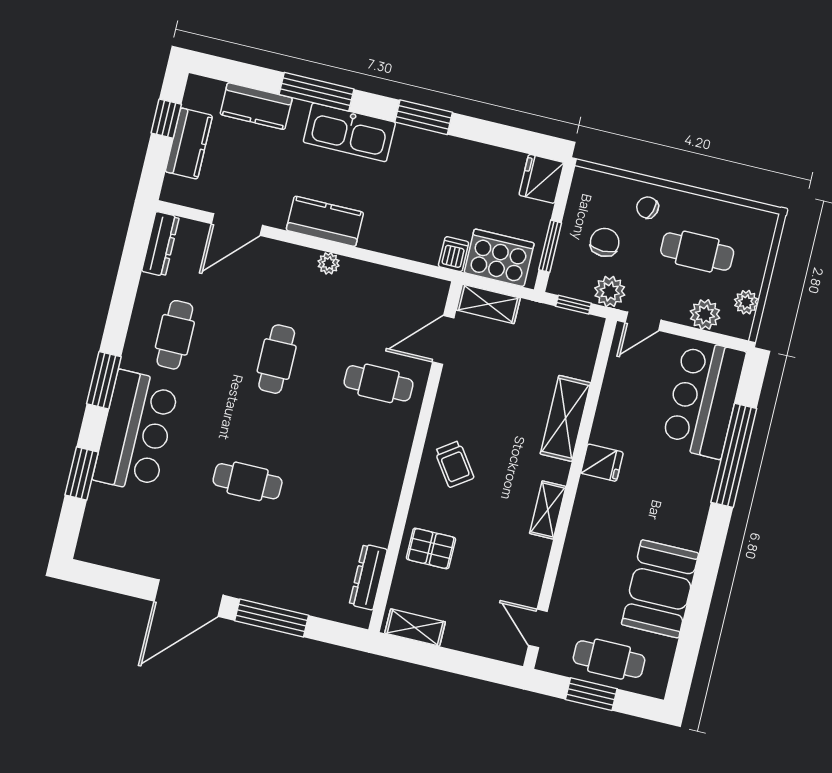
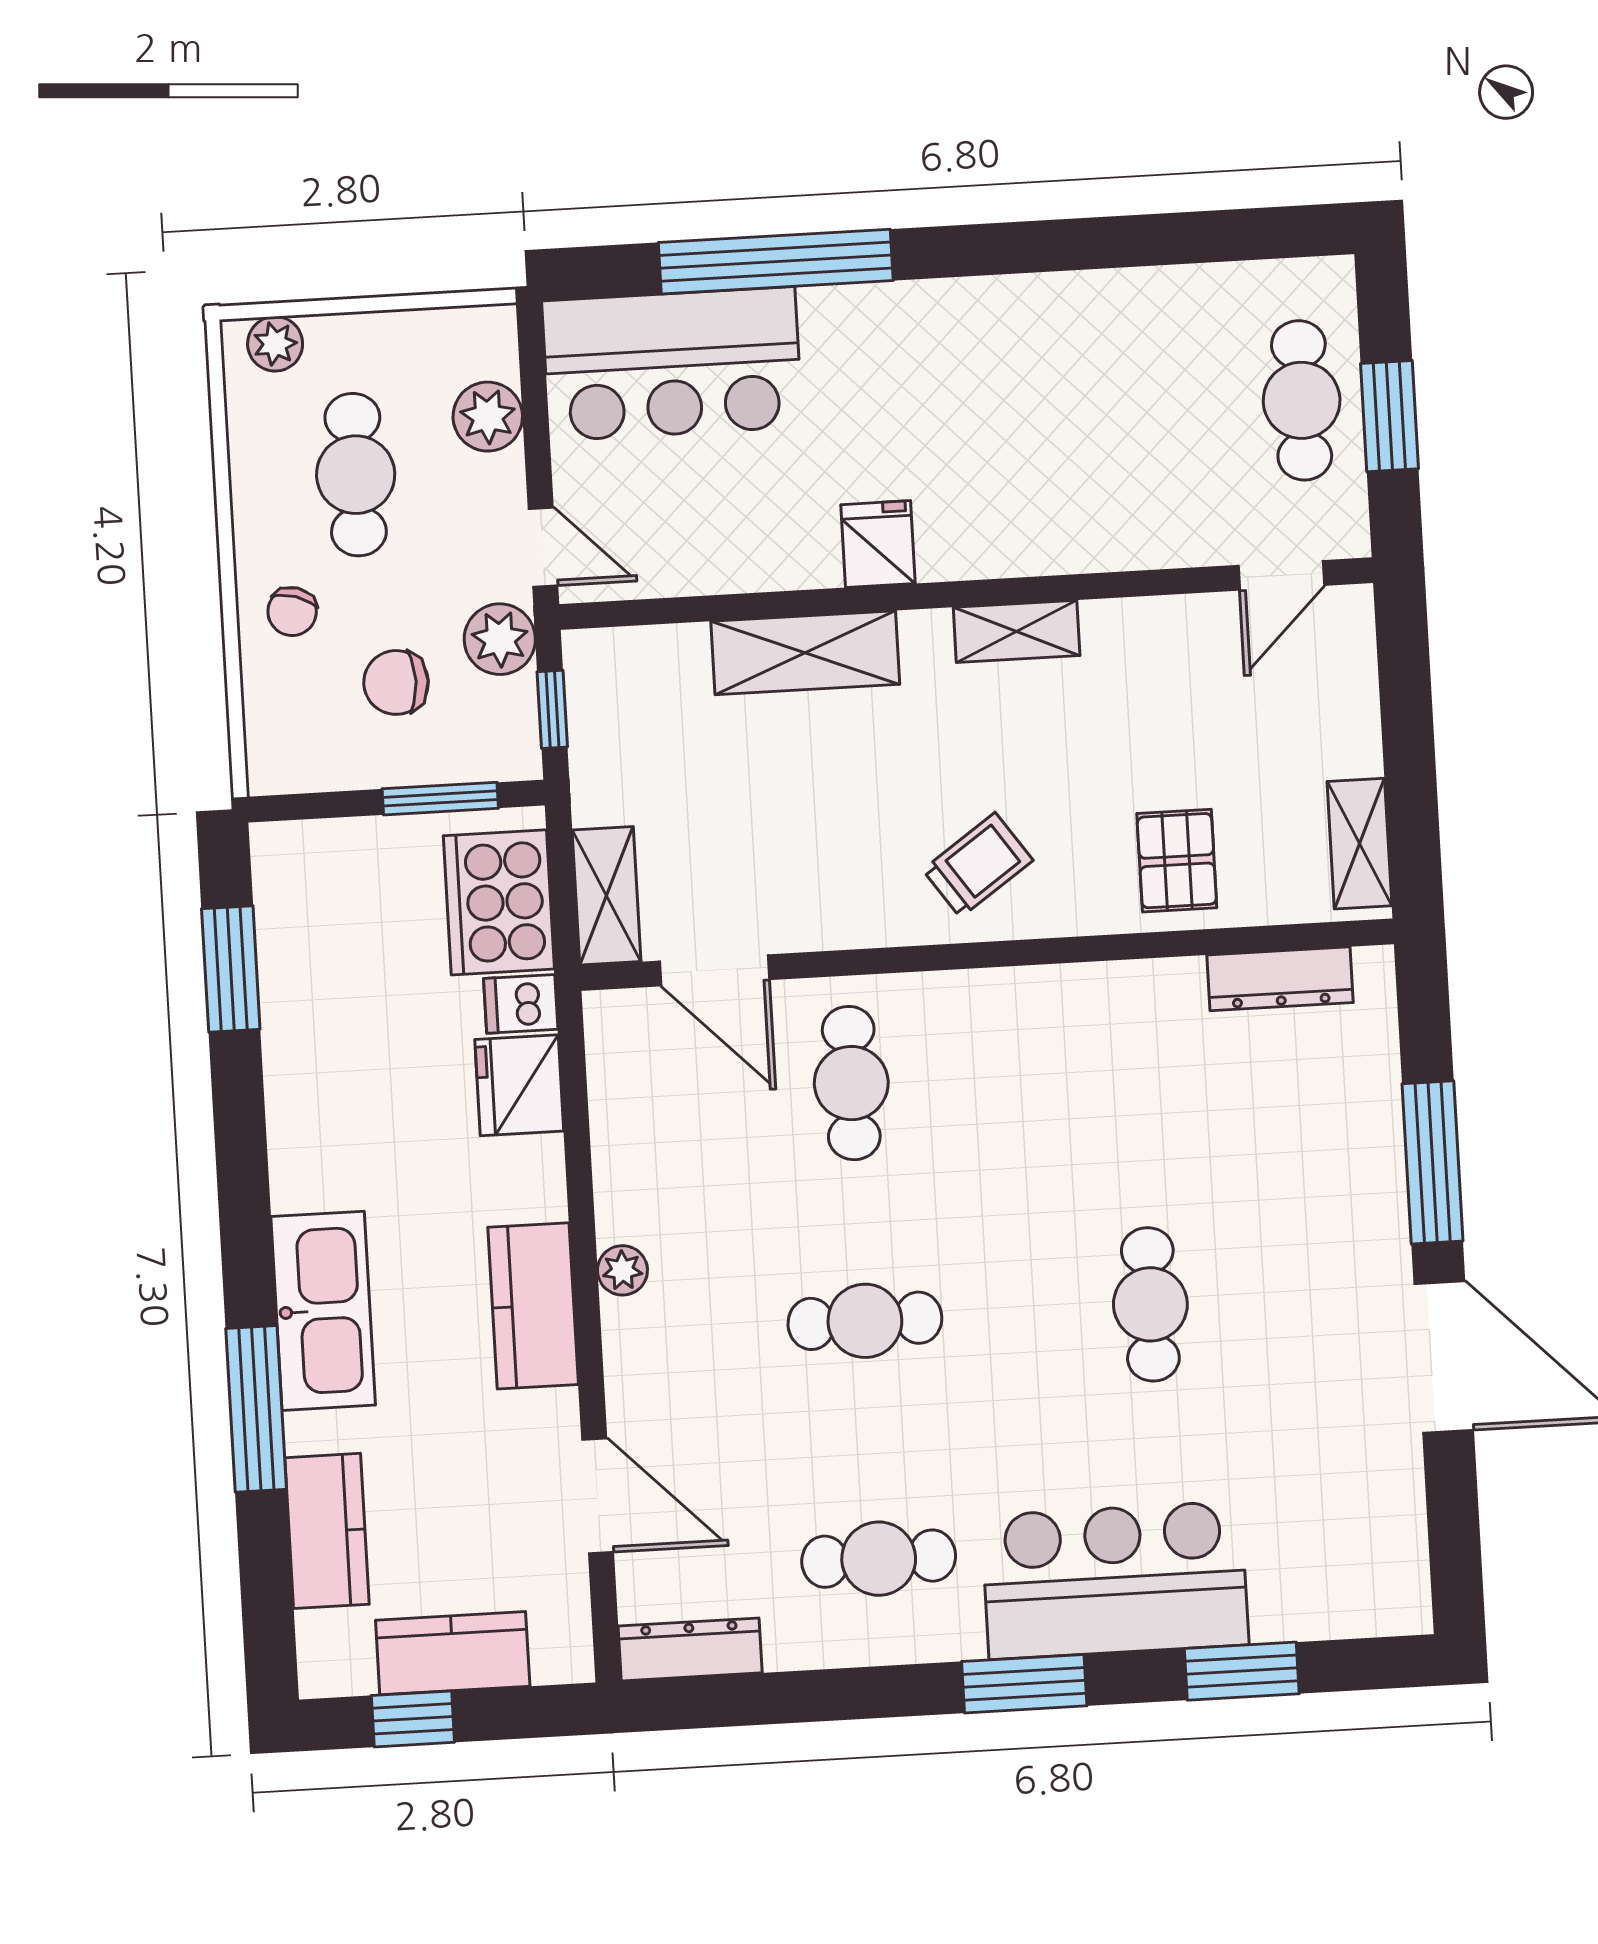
window: (424, 117) -> (231, 969), moved
fridge: (542, 179) -> (519, 1085), moved, turned 90
plant: (746, 302) -> (275, 344), moved
booth: (660, 589) -> (1115, 335), removed

